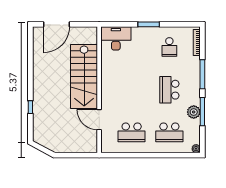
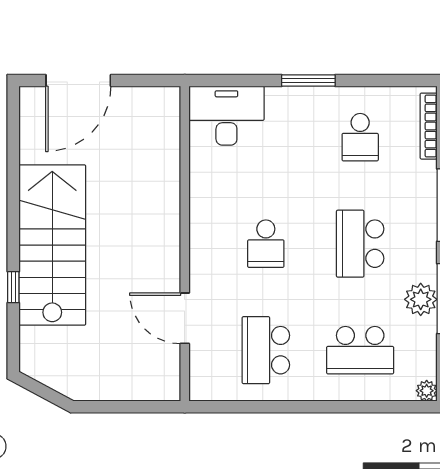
stairs: (84, 77) -> (52, 245), moved, turned 180
school desk: (132, 90) -> (266, 244), added
school desk: (132, 132) -> (266, 350), turned 90

